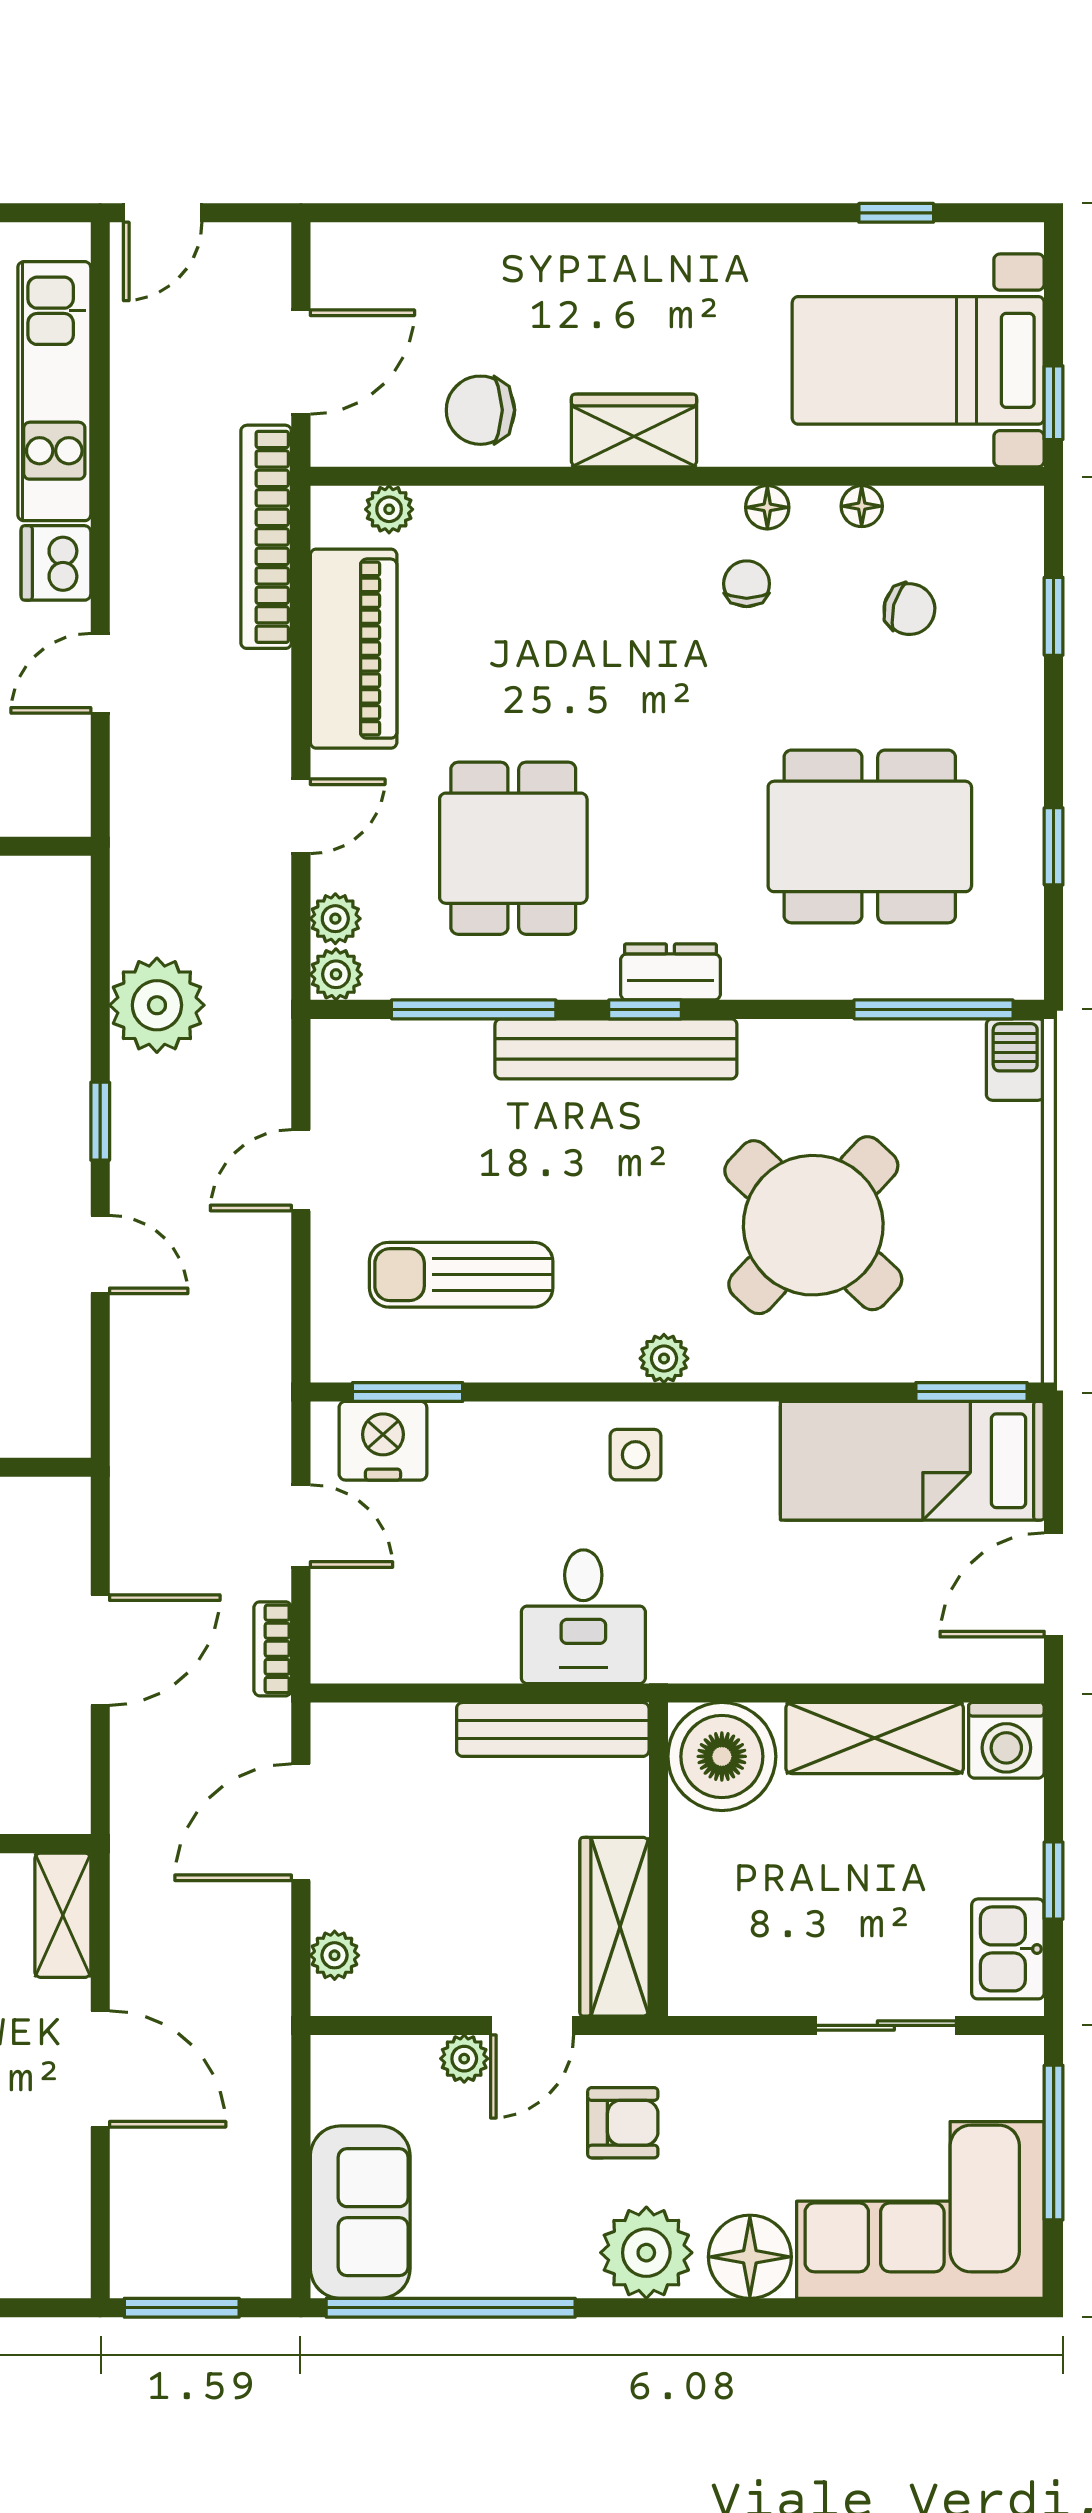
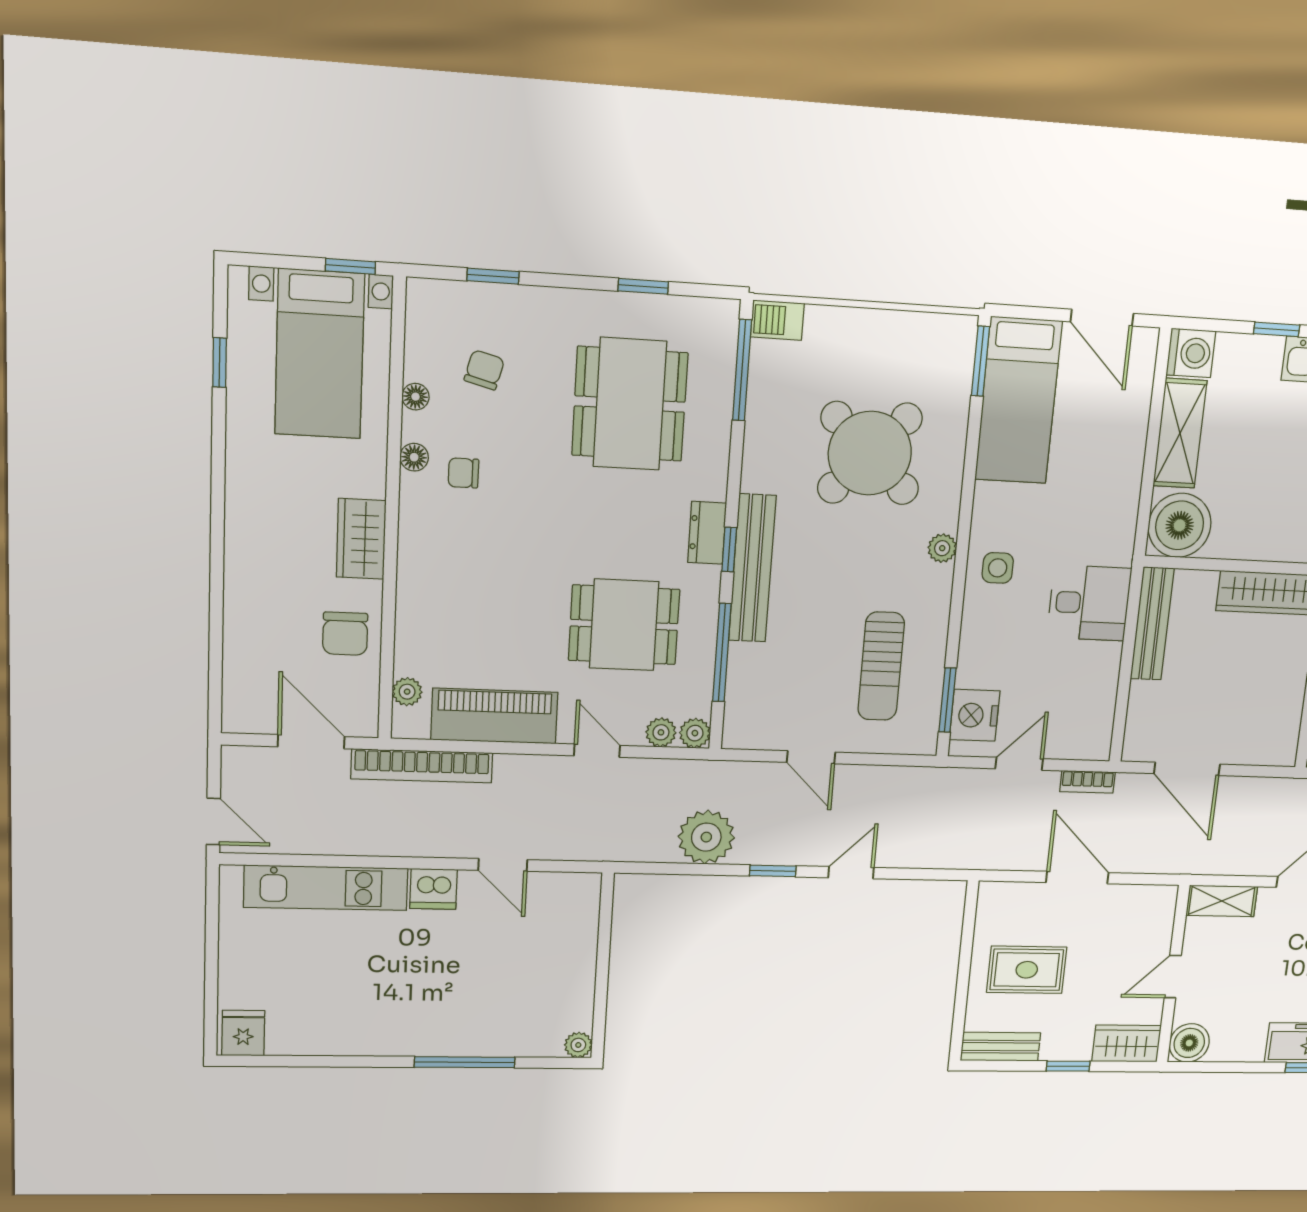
plant: (335, 1955) -> (1264, 753), removed

